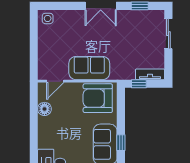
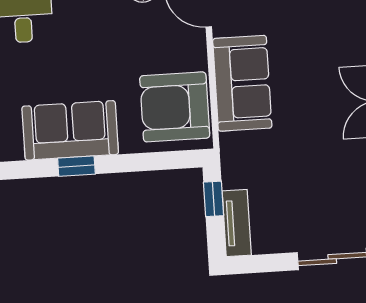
armchair: (98, 98) -> (175, 107), turned -90

